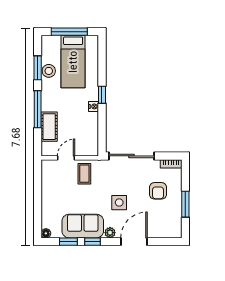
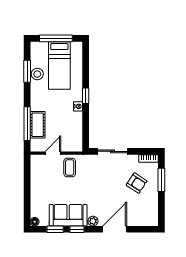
window: (38, 109) -> (27, 124), moved
sliding door: (131, 156) -> (112, 151), width x0.73
armchair: (158, 191) -> (137, 183), turned -57
side table: (119, 203) -> (101, 194), removed
window: (185, 204) -> (161, 180), moved

